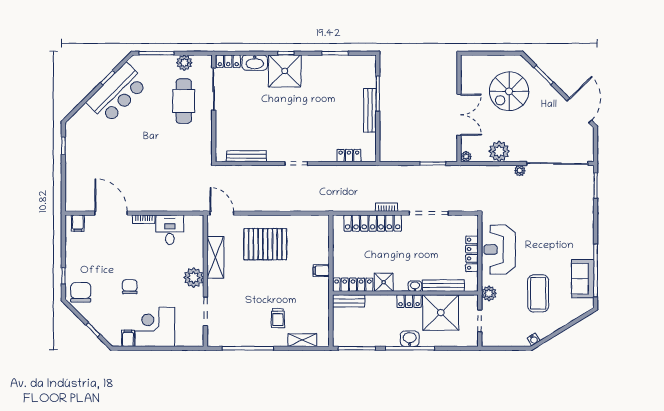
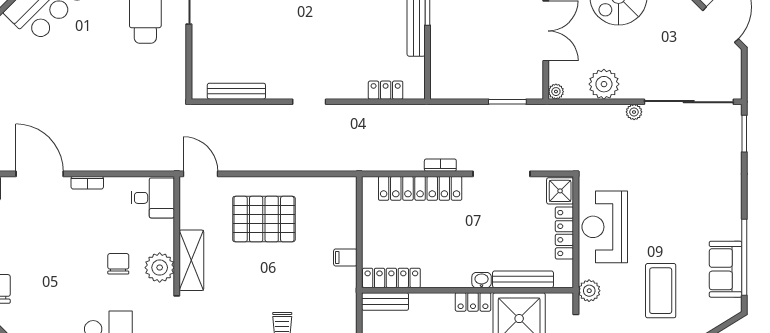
desk: (170, 230) -> (153, 198), moved, turned 90
shelving: (215, 257) -> (191, 260), moved
shower: (384, 282) -> (560, 191), moved
chair: (130, 287) -> (118, 264), moved

